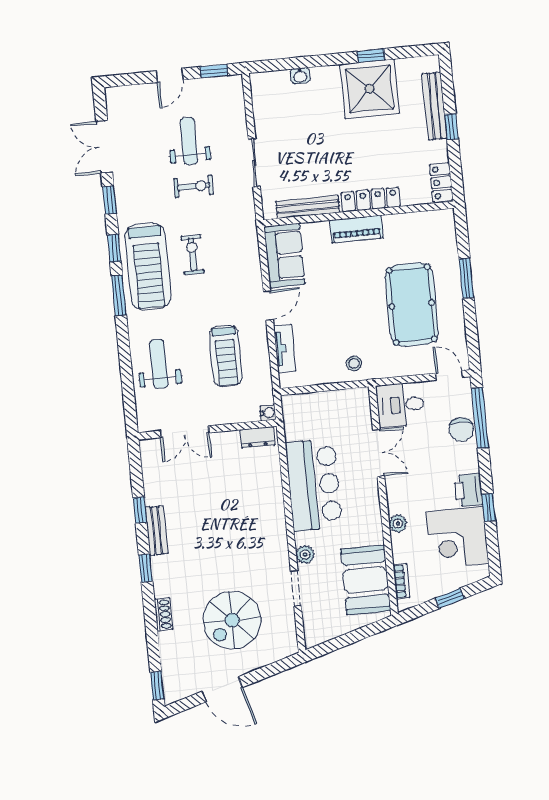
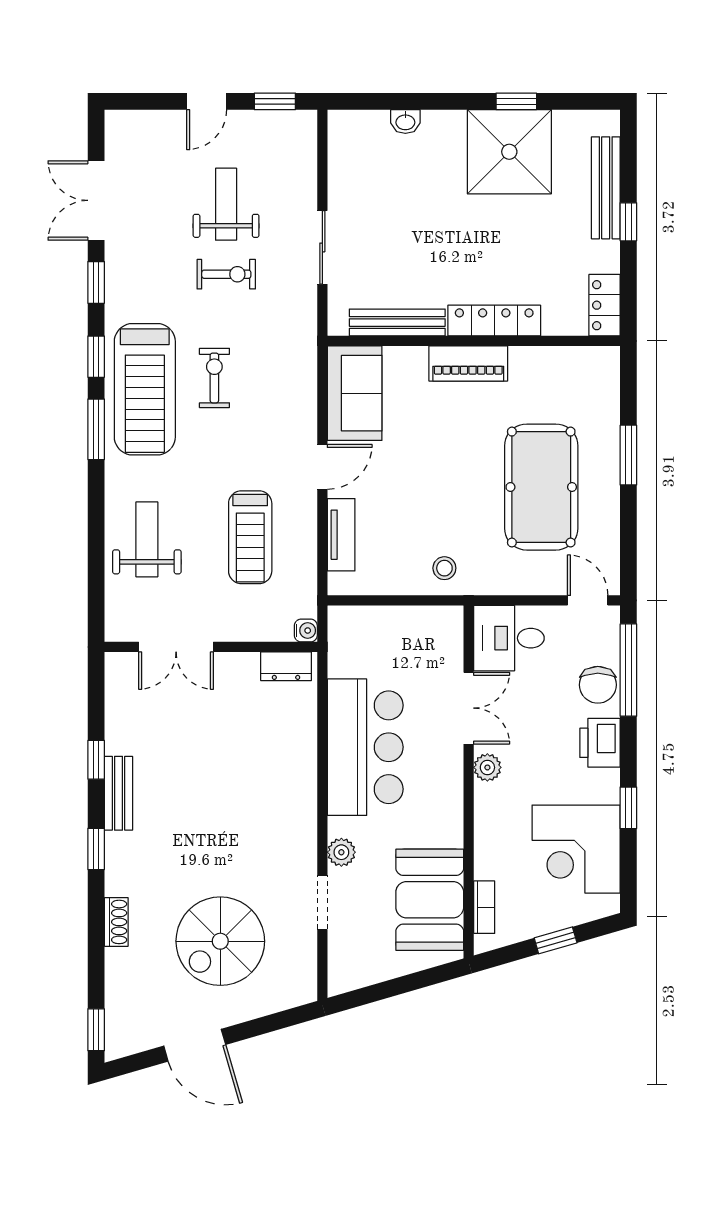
printer: (468, 490) -> (600, 743), moved
plant: (398, 523) -> (487, 767), moved

